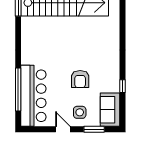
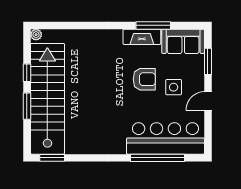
fireplace: (114, 77) -> (142, 37), added
window: (123, 86) -> (153, 25), width x2.17
side table: (80, 112) -> (174, 87), moved

